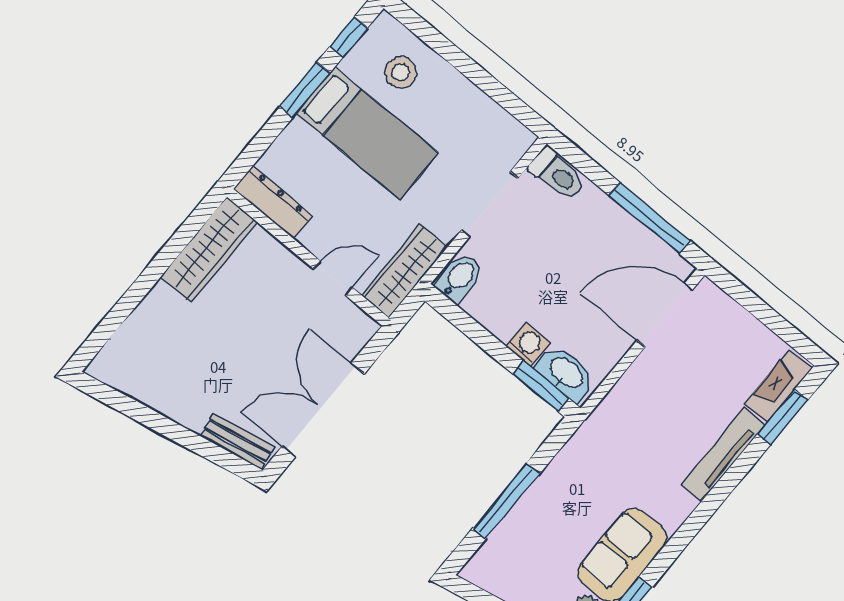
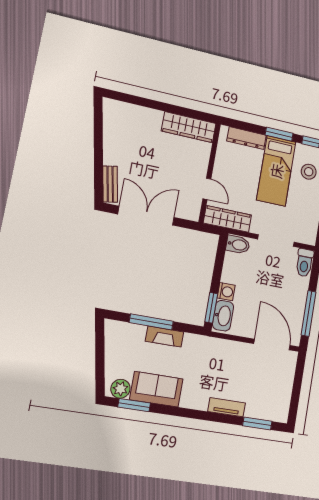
dresser: (273, 202) -> (247, 138), moved, turned 90
fireplace: (778, 386) -> (164, 337), moved, turned 180
tv unit: (723, 454) -> (227, 407), width x0.71

